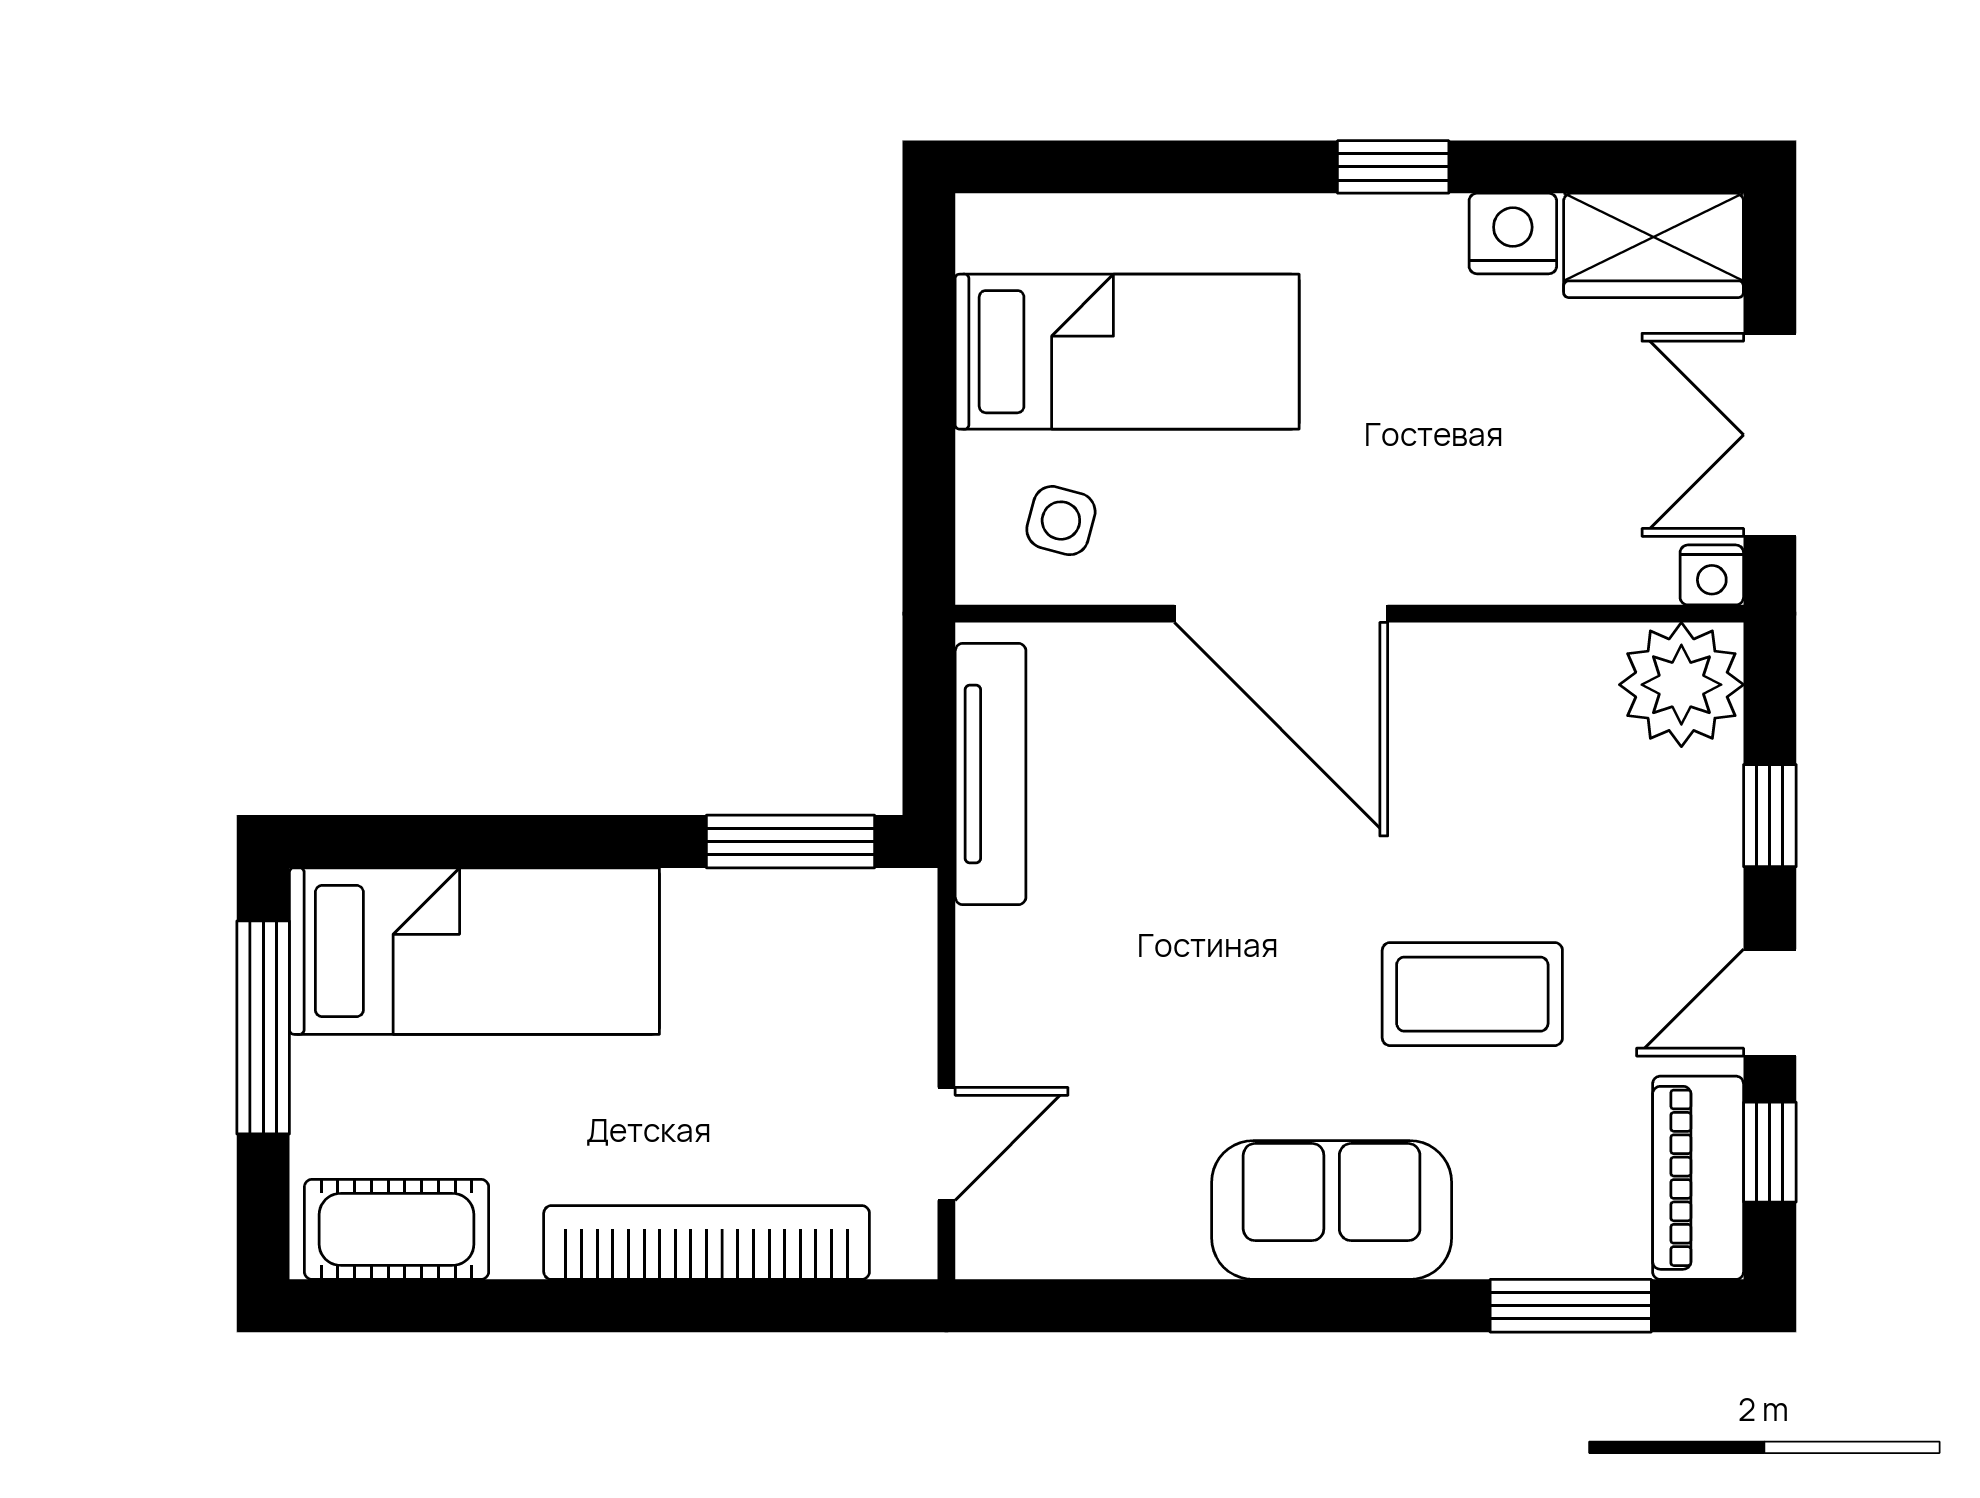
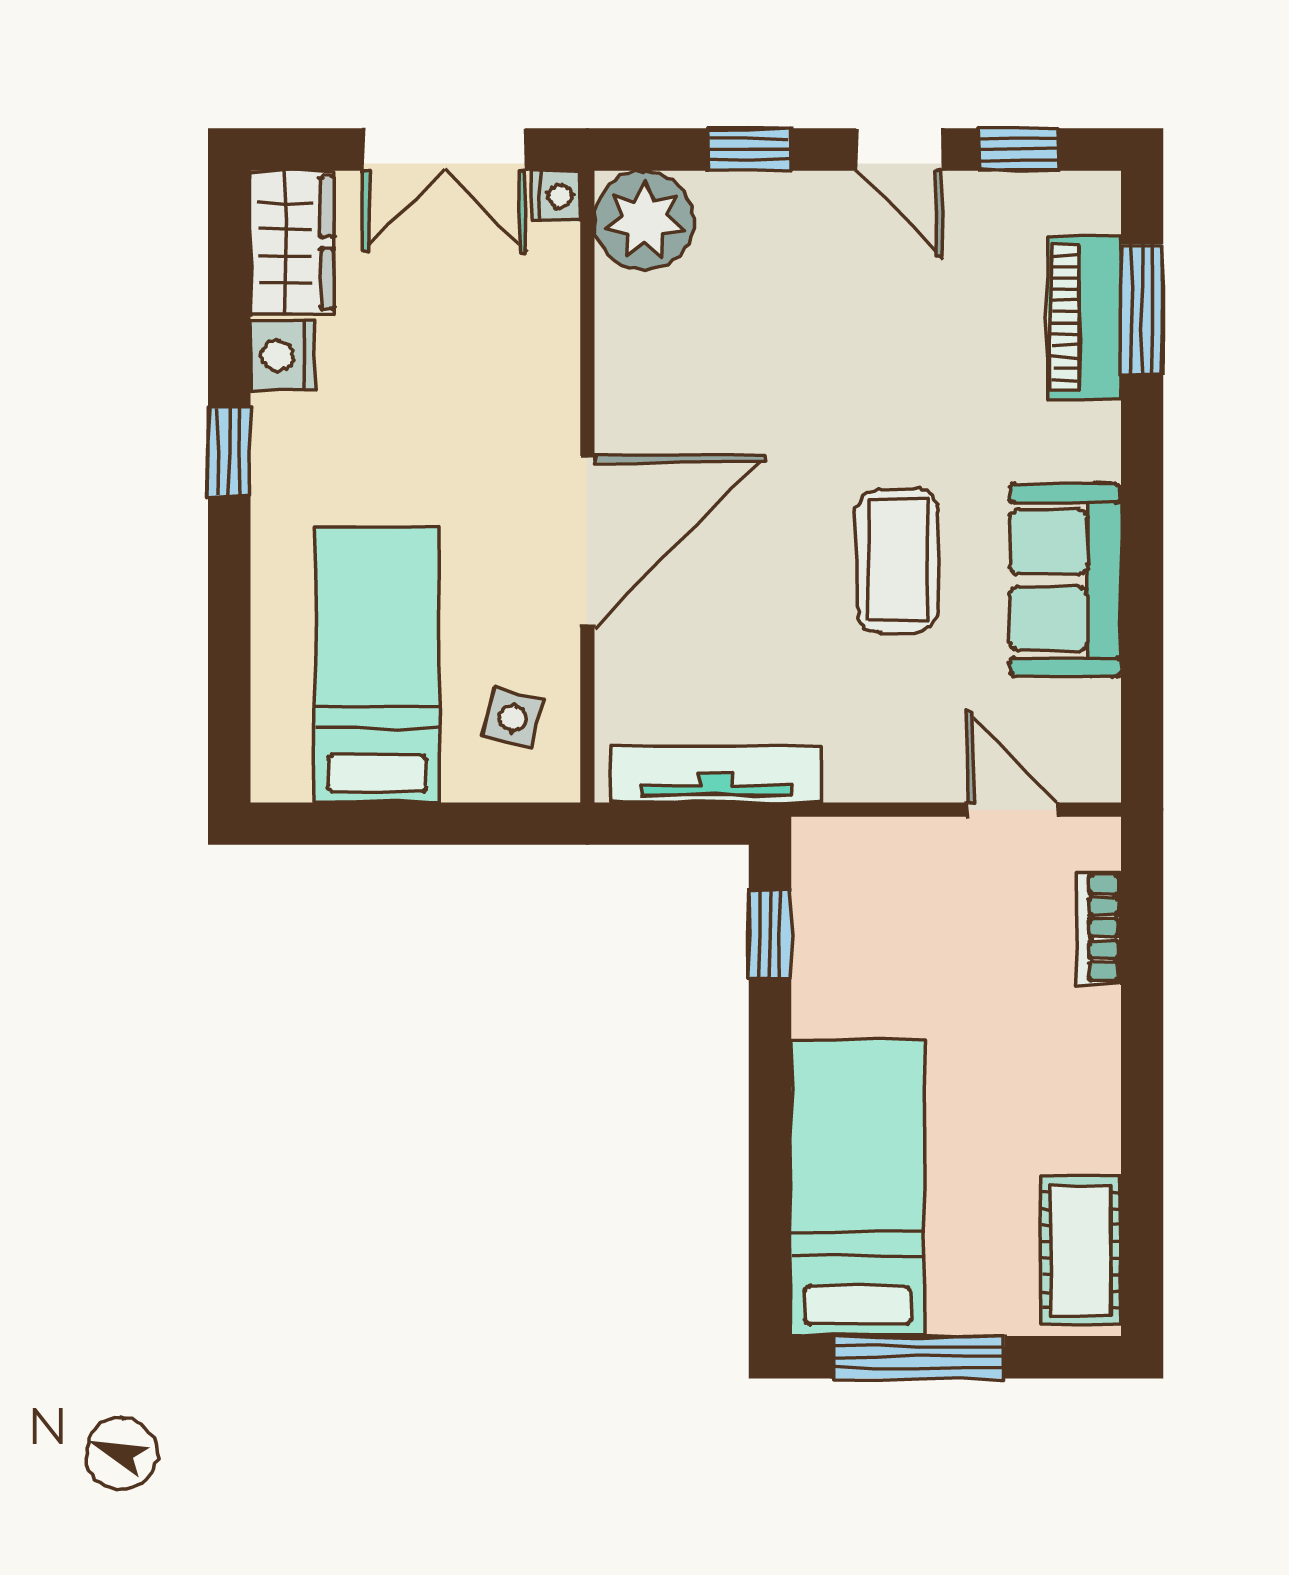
window: (791, 841) -> (770, 935), width x0.67
coffee table: (1472, 994) -> (898, 560), moved
piano: (1698, 1178) -> (1085, 317), moved, turned 90
sofa: (1332, 1210) -> (1065, 580), moved
bookcase: (707, 1243) -> (1098, 928), width x0.43, depth x0.76

